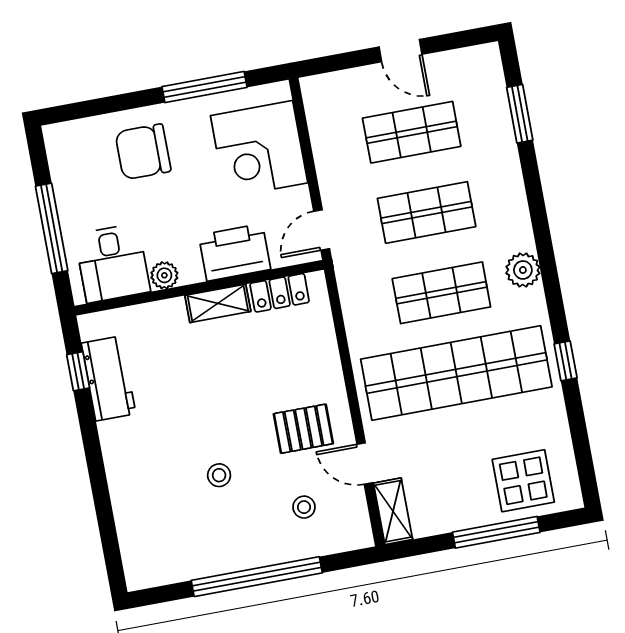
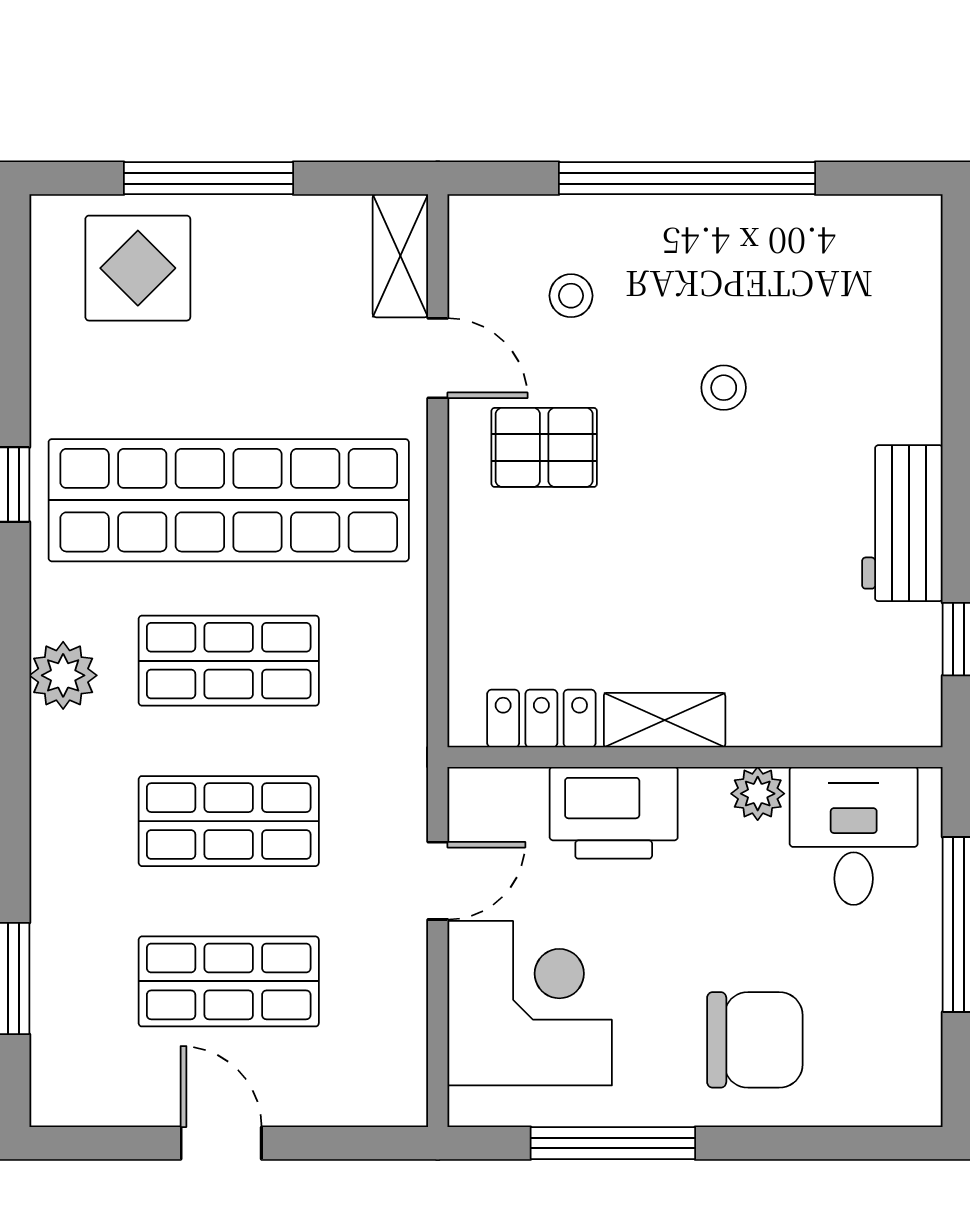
door: (322, 230) -> (438, 881), moved
workbench: (109, 378) -> (902, 523), moved

